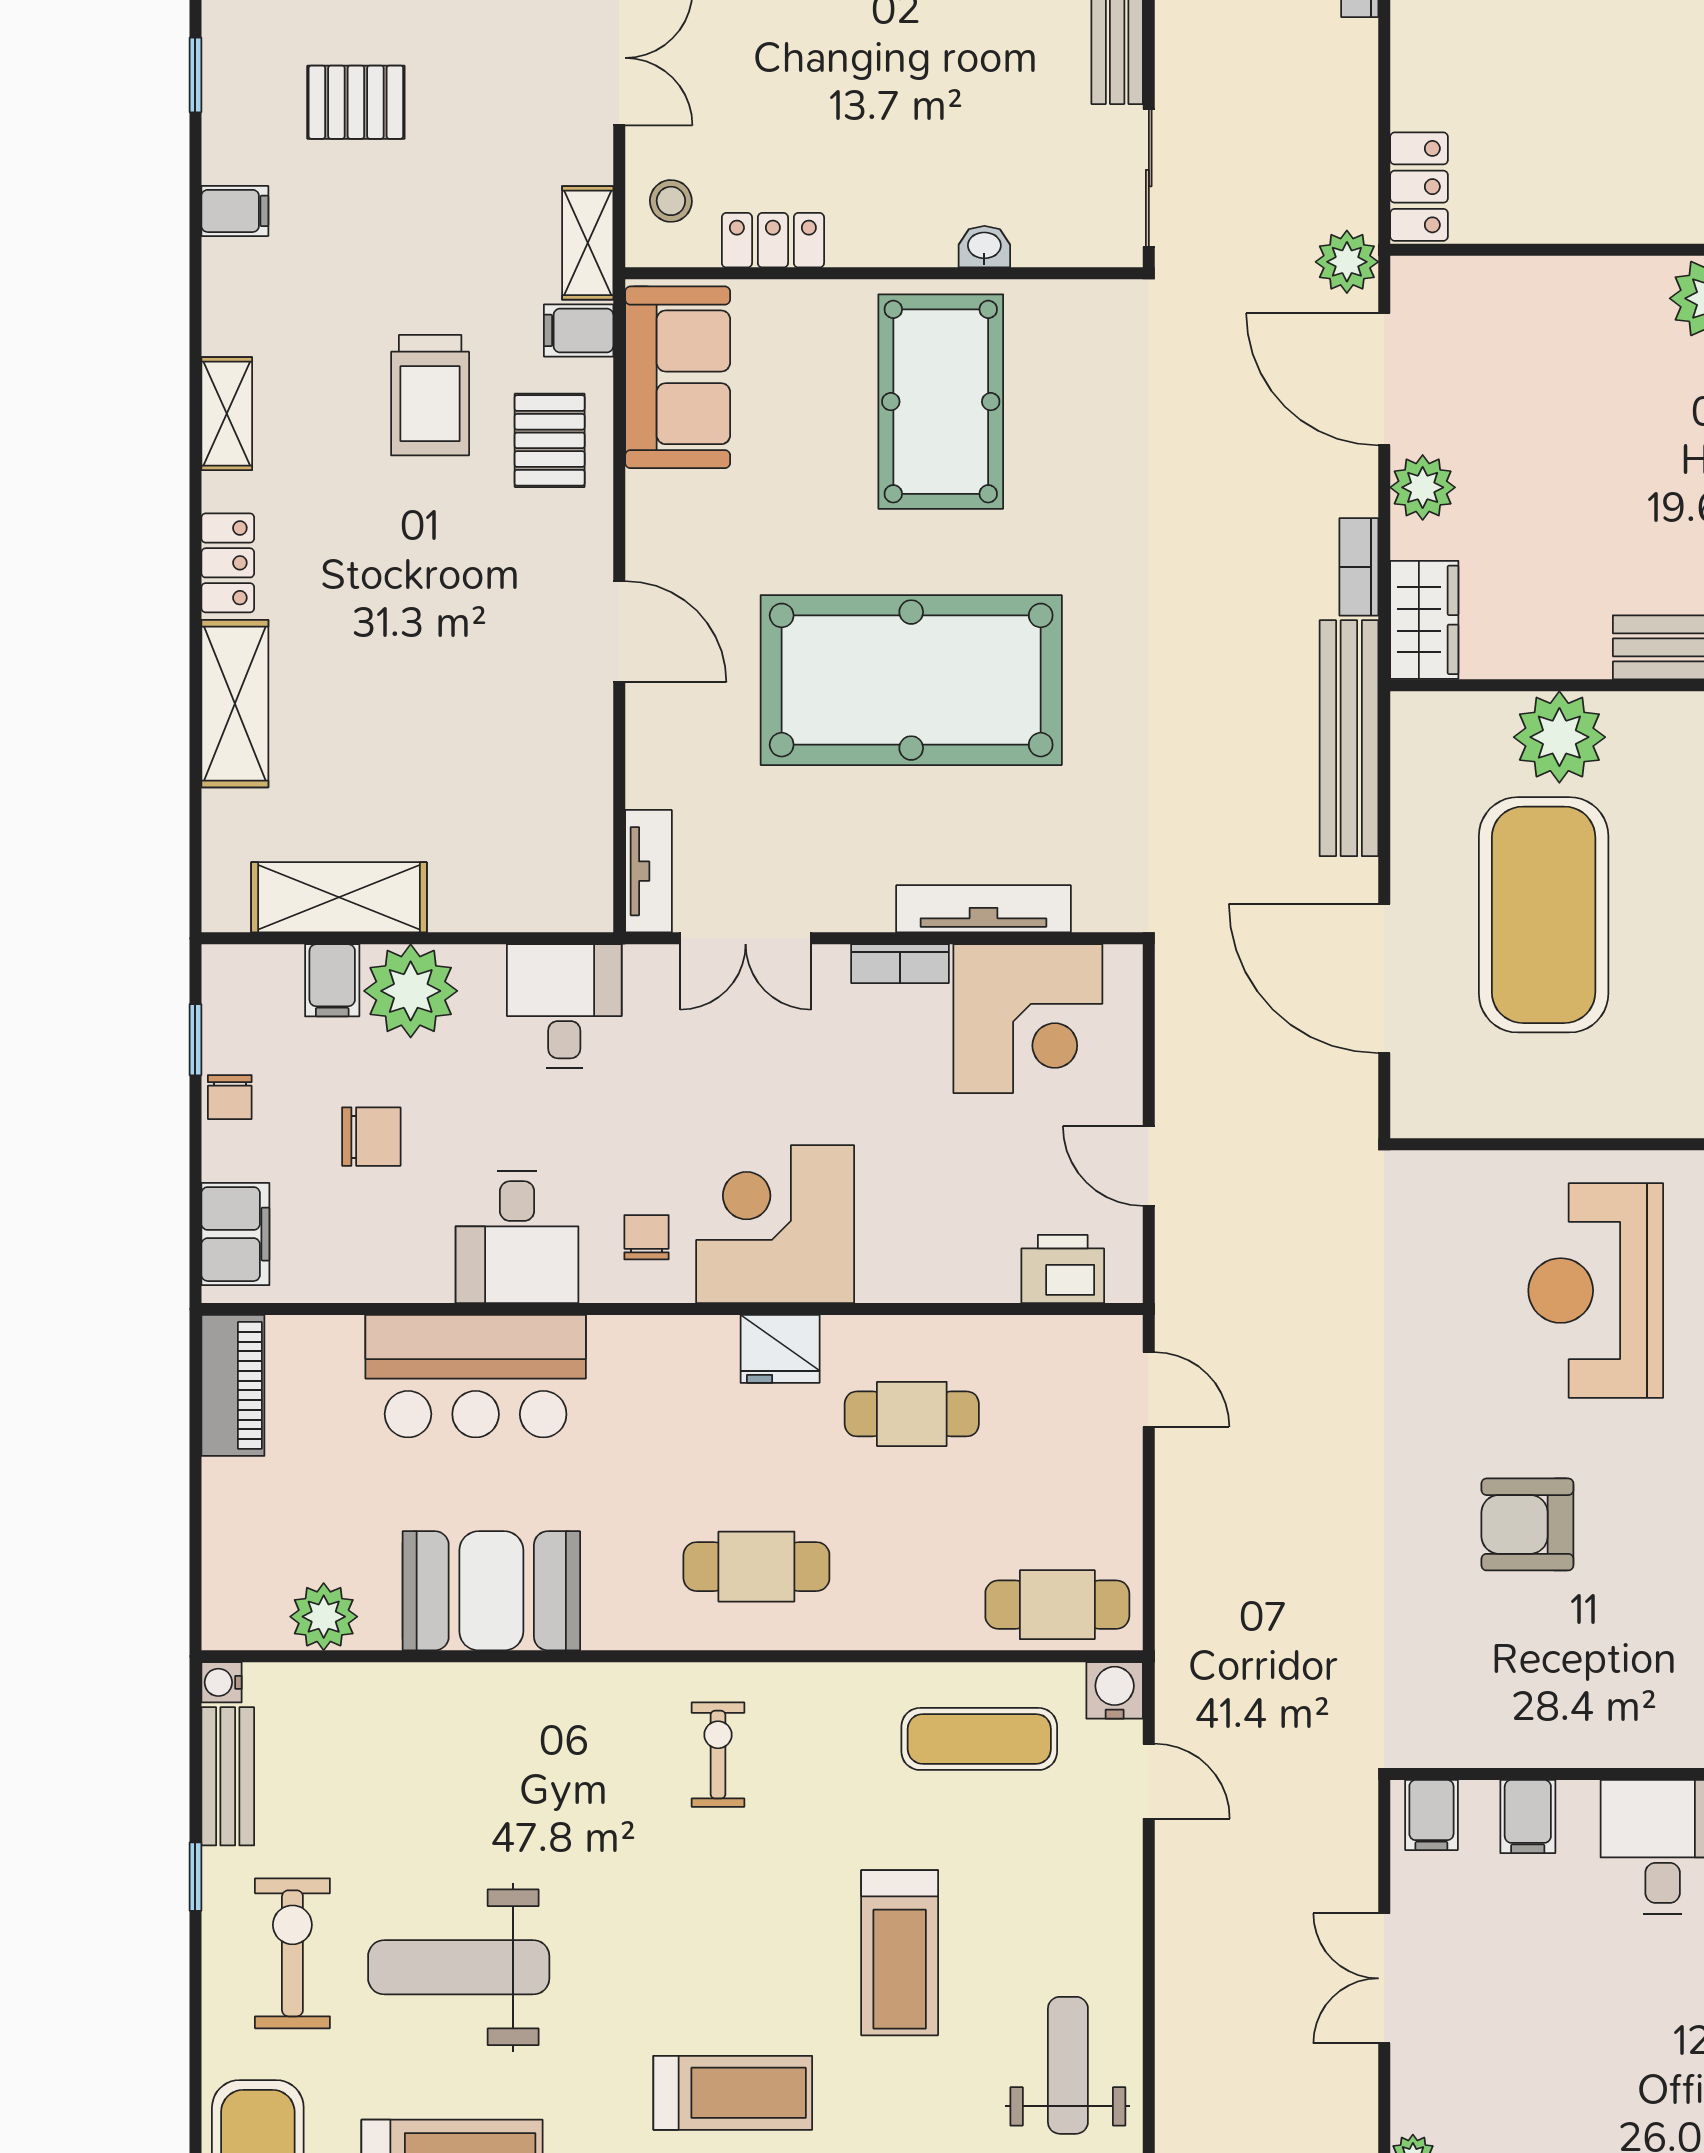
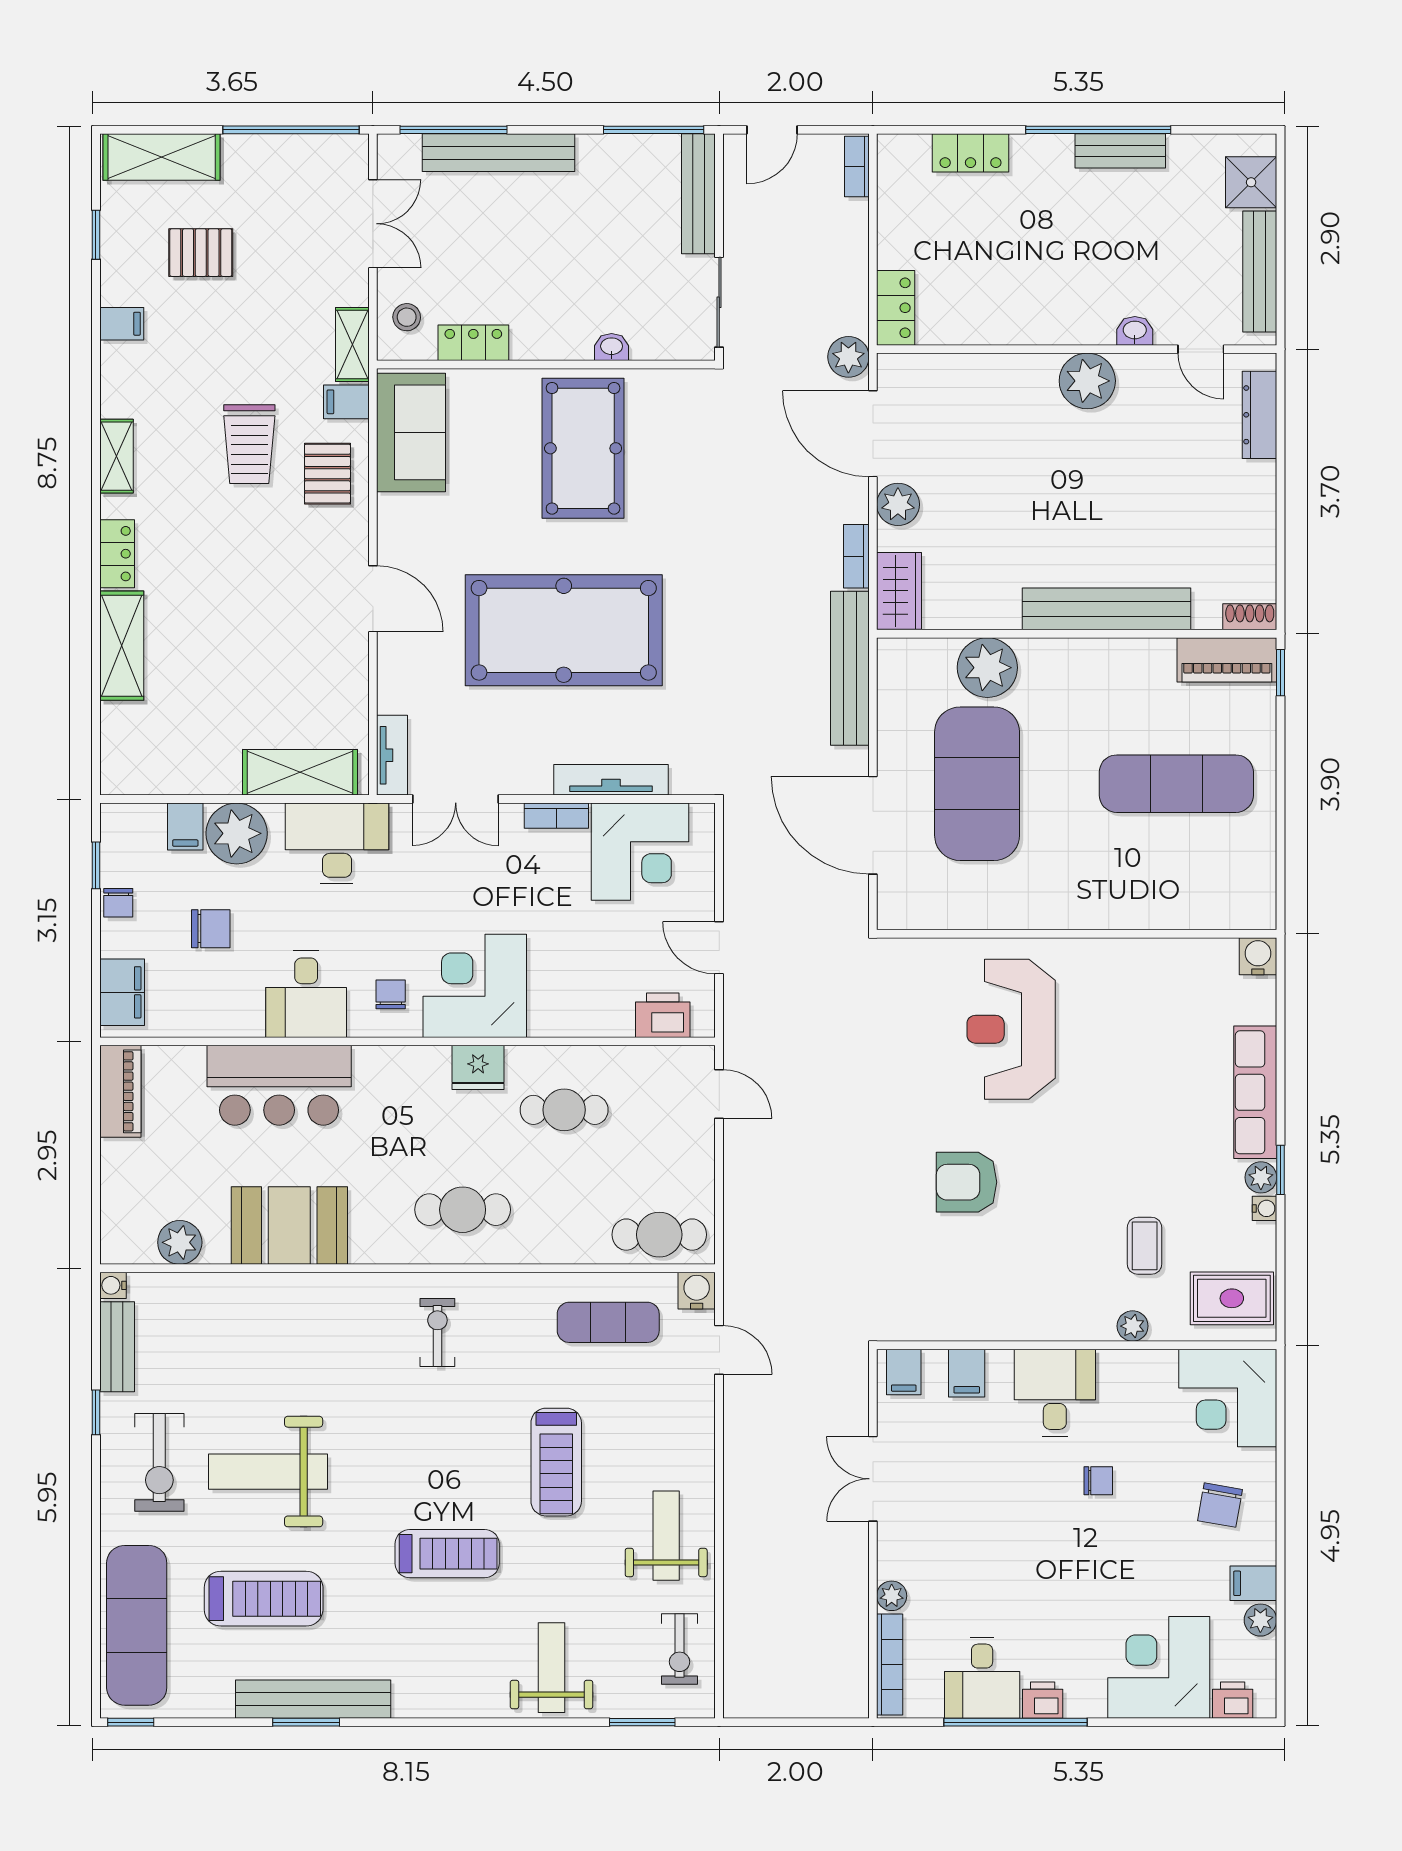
shelving: (339, 897) -> (300, 772), moved
desk: (564, 1006) -> (337, 843), width x1.37
exercise bike: (292, 1953) -> (159, 1462), turned 180

